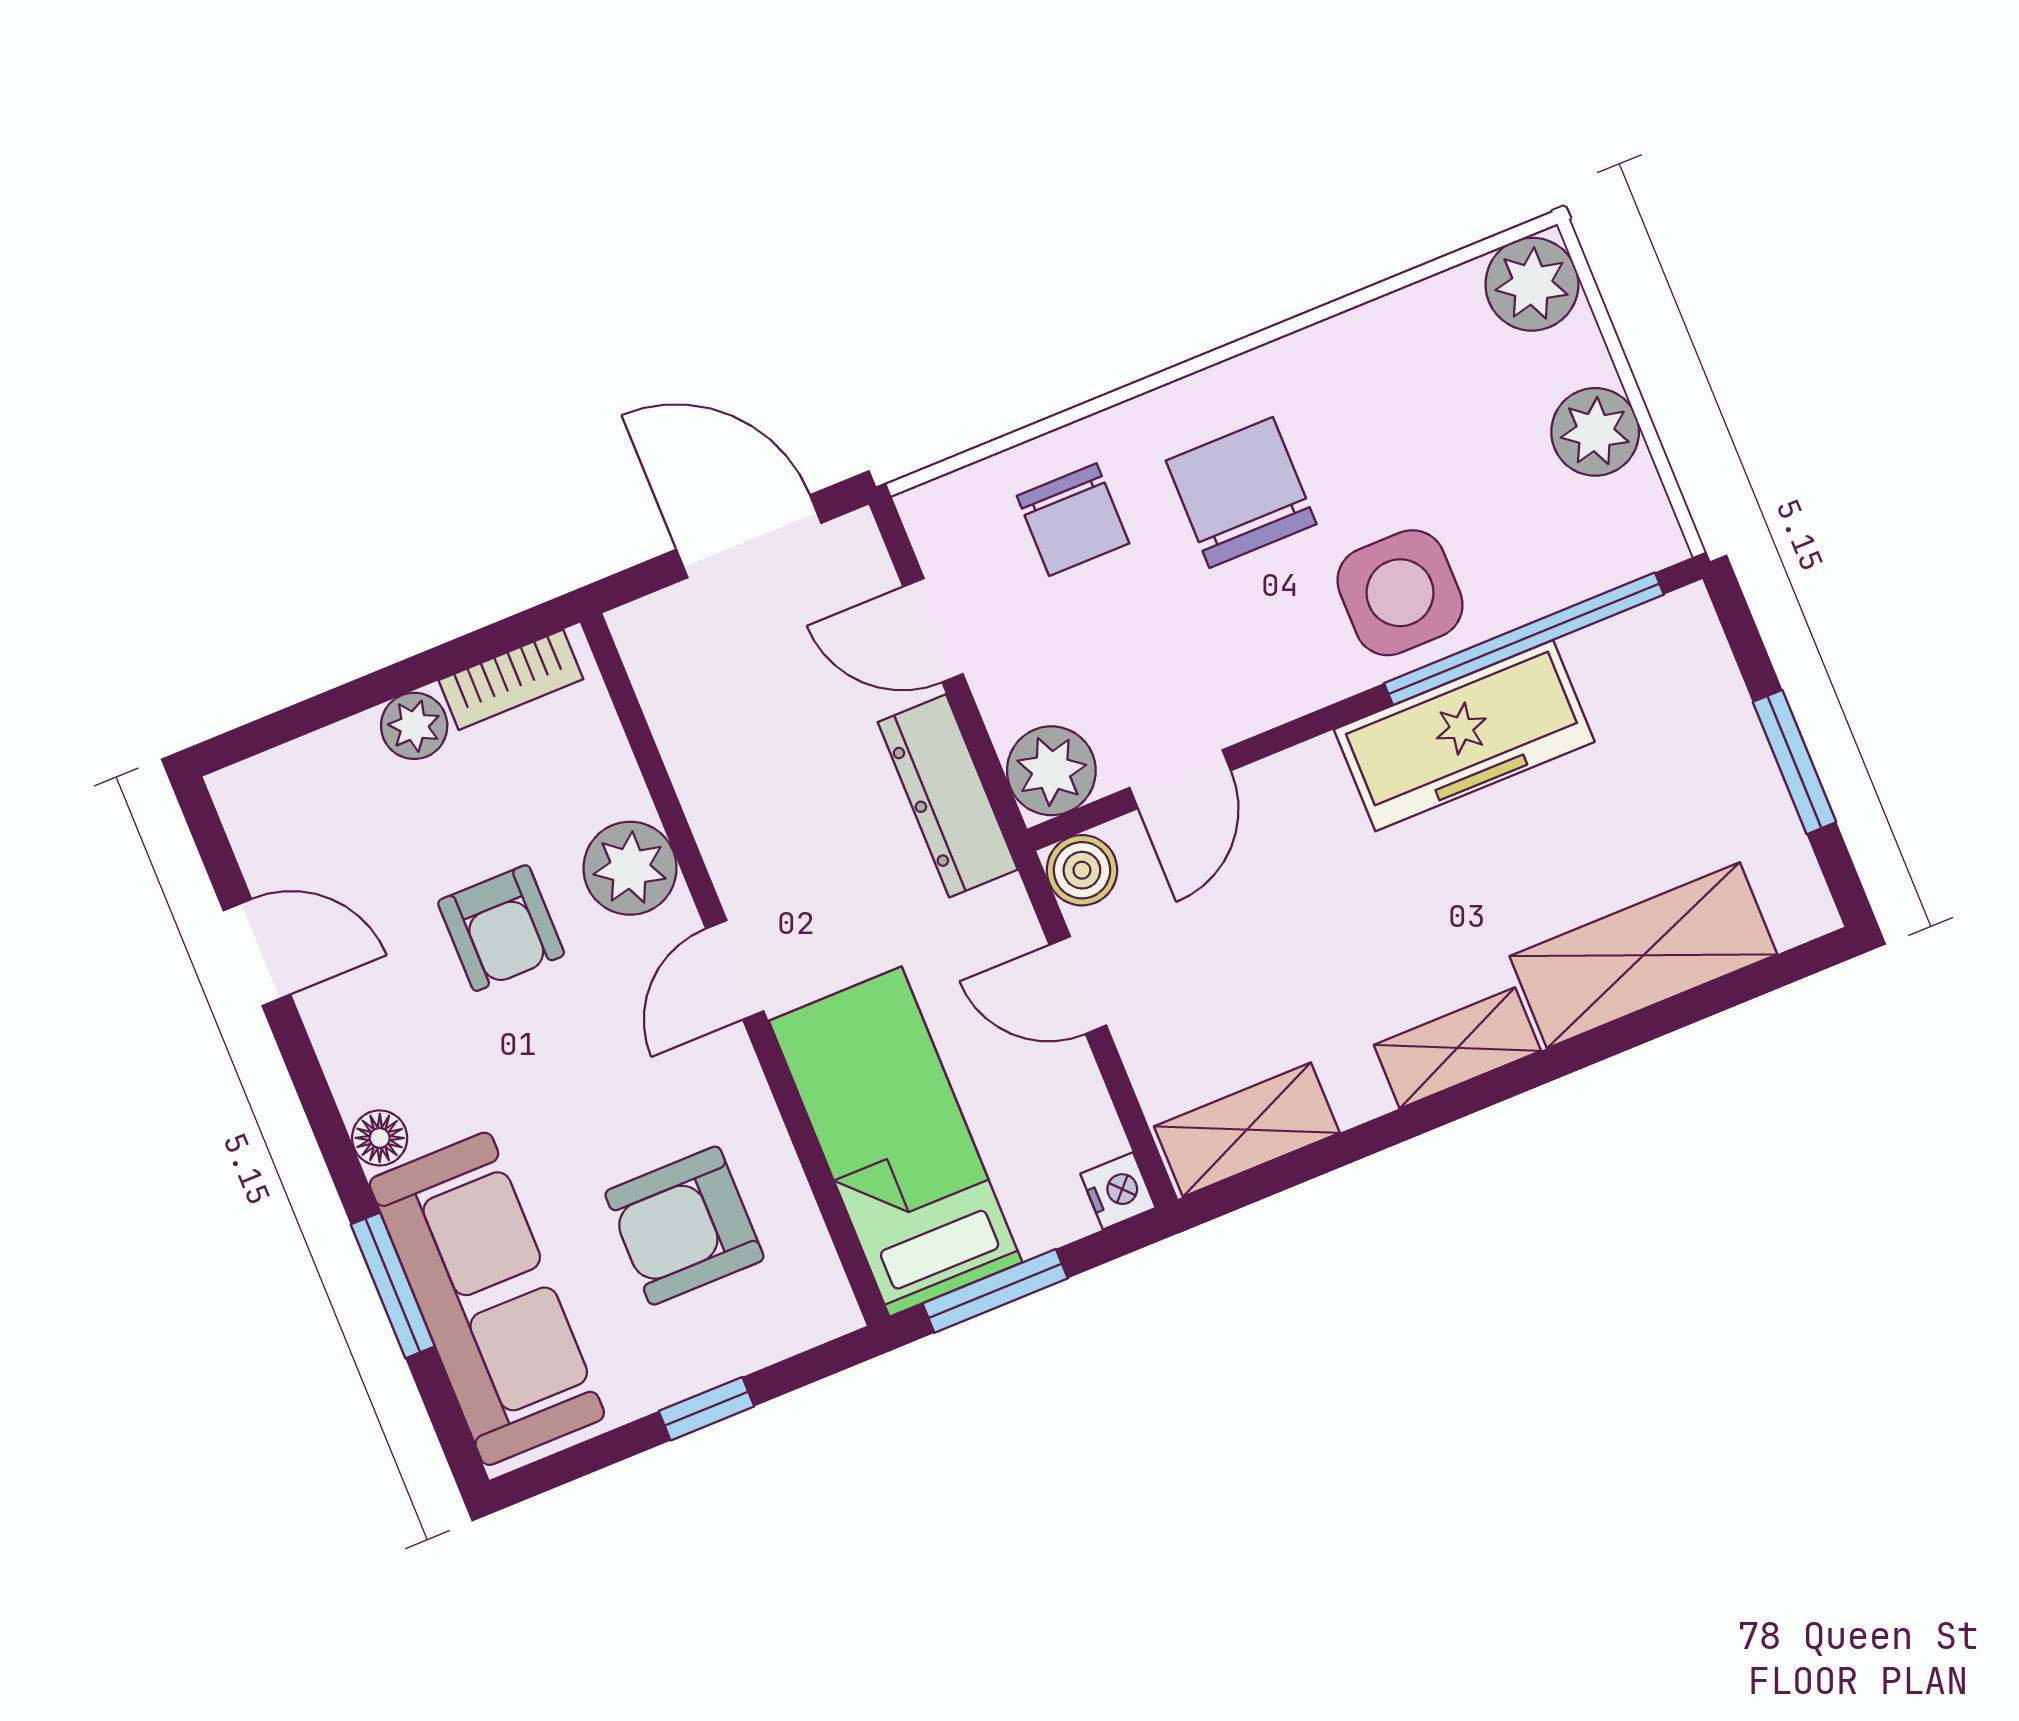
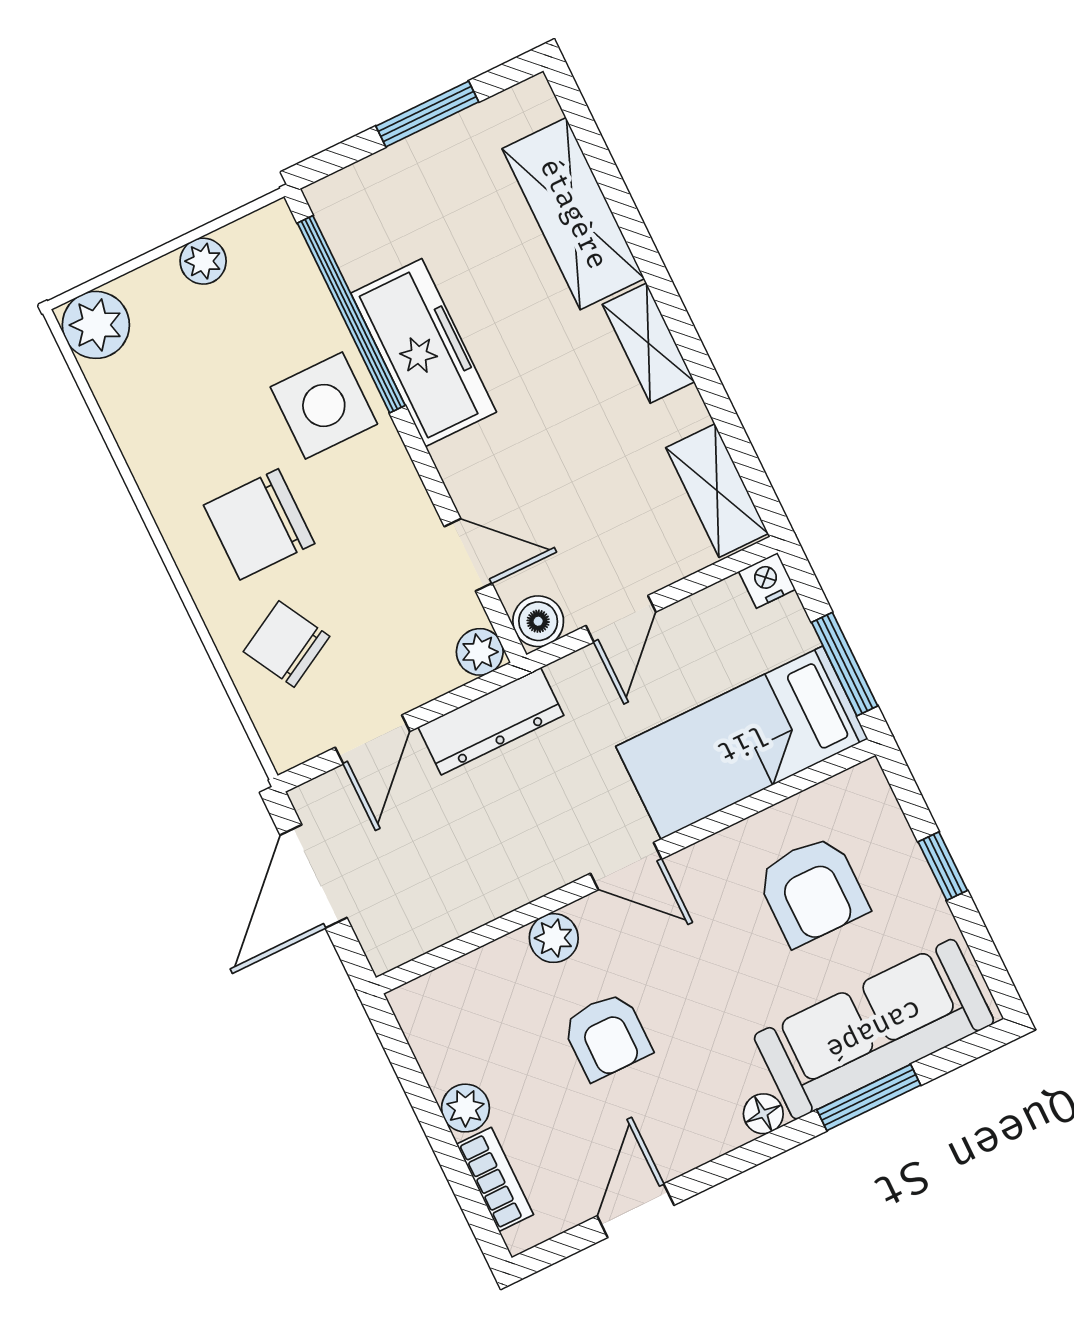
plant: (1595, 432) -> (203, 261), width x0.73, depth x0.73
chair: (1073, 520) -> (286, 644), turned -119
bookcase: (511, 680) -> (495, 1179), moved
plant: (1051, 771) -> (480, 652), width x0.73, depth x0.73
plant: (630, 868) -> (554, 938), width x0.73, depth x0.73
armchair: (501, 928) -> (607, 1036), turned 90

